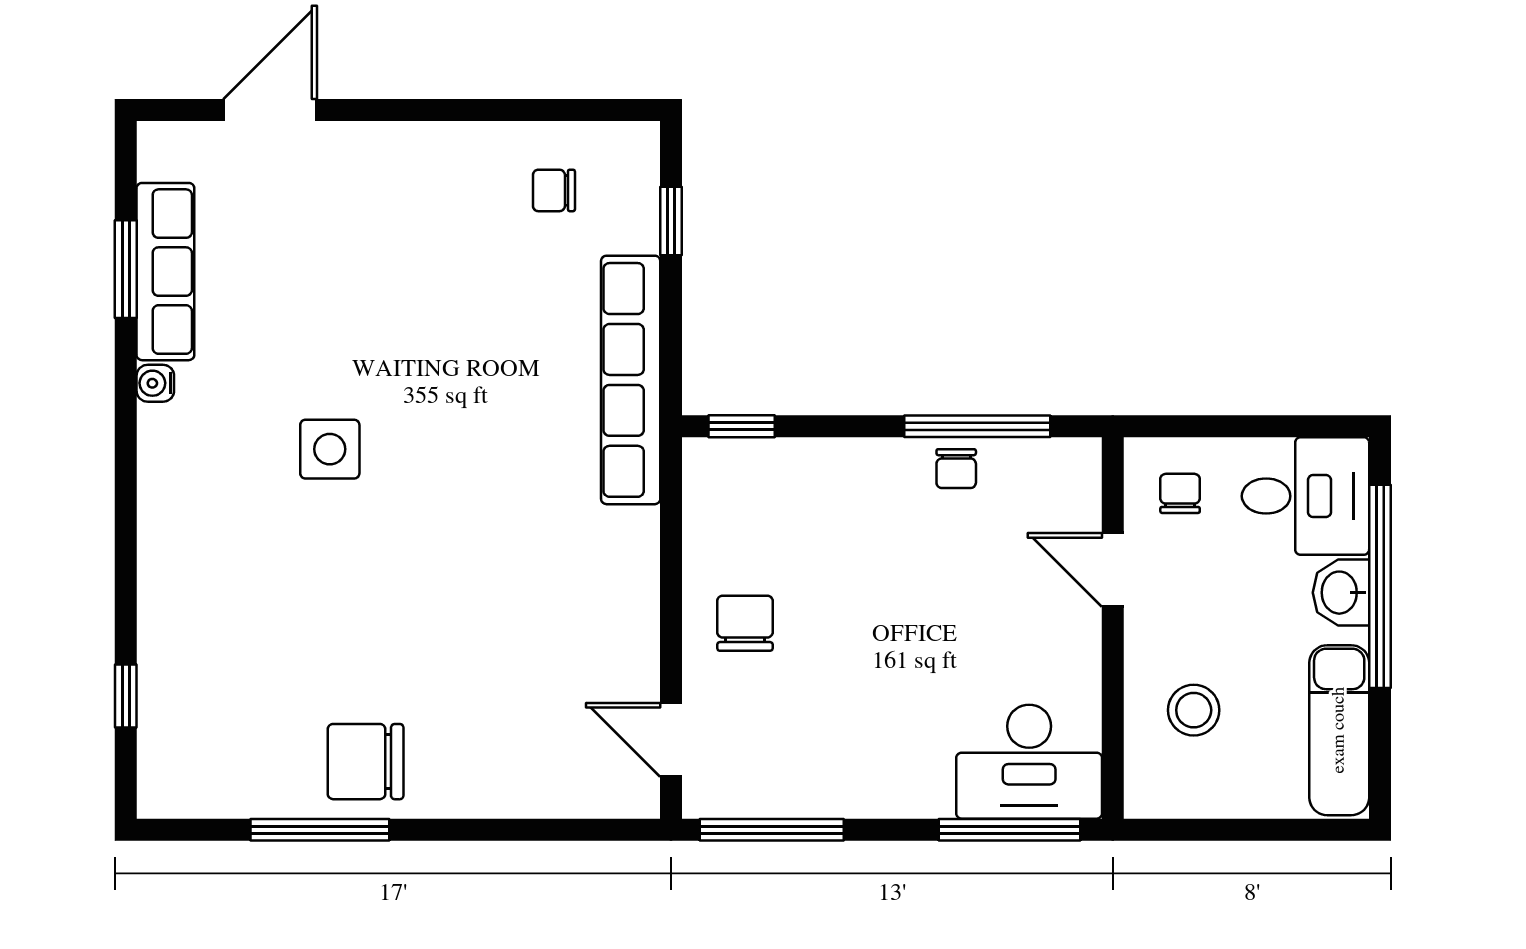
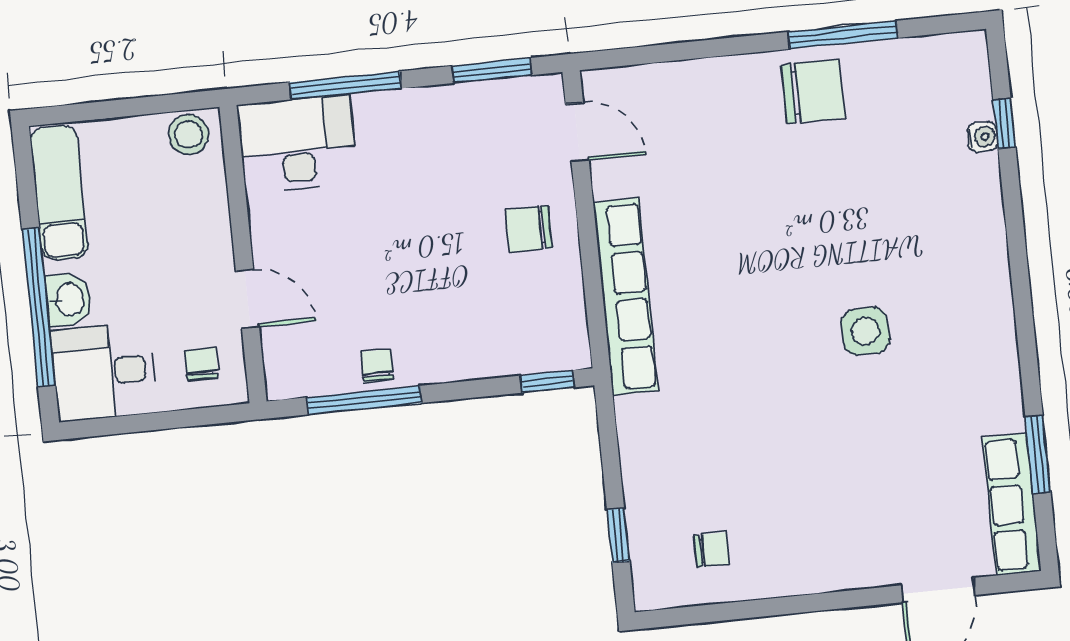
row of seats: (165, 272) -> (1012, 504), moved
row of seats: (631, 380) -> (626, 297), moved
water cooler: (155, 383) -> (983, 137), moved
chair: (1180, 493) -> (201, 364), turned 180
chair: (745, 623) -> (529, 229), turned 90
stool: (1194, 710) -> (189, 134), moved
window: (772, 830) -> (492, 70), width x0.69
window: (1009, 830) -> (345, 85), moved

